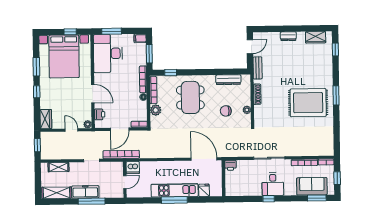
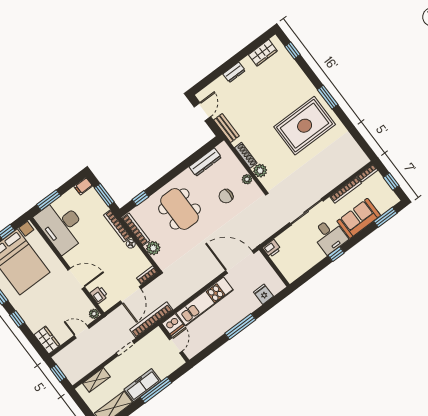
plant: (259, 111) -> (260, 171), added
sofa: (312, 186) -> (359, 218), moved
kitchen unit: (175, 190) -> (205, 301), moved, turned 180

